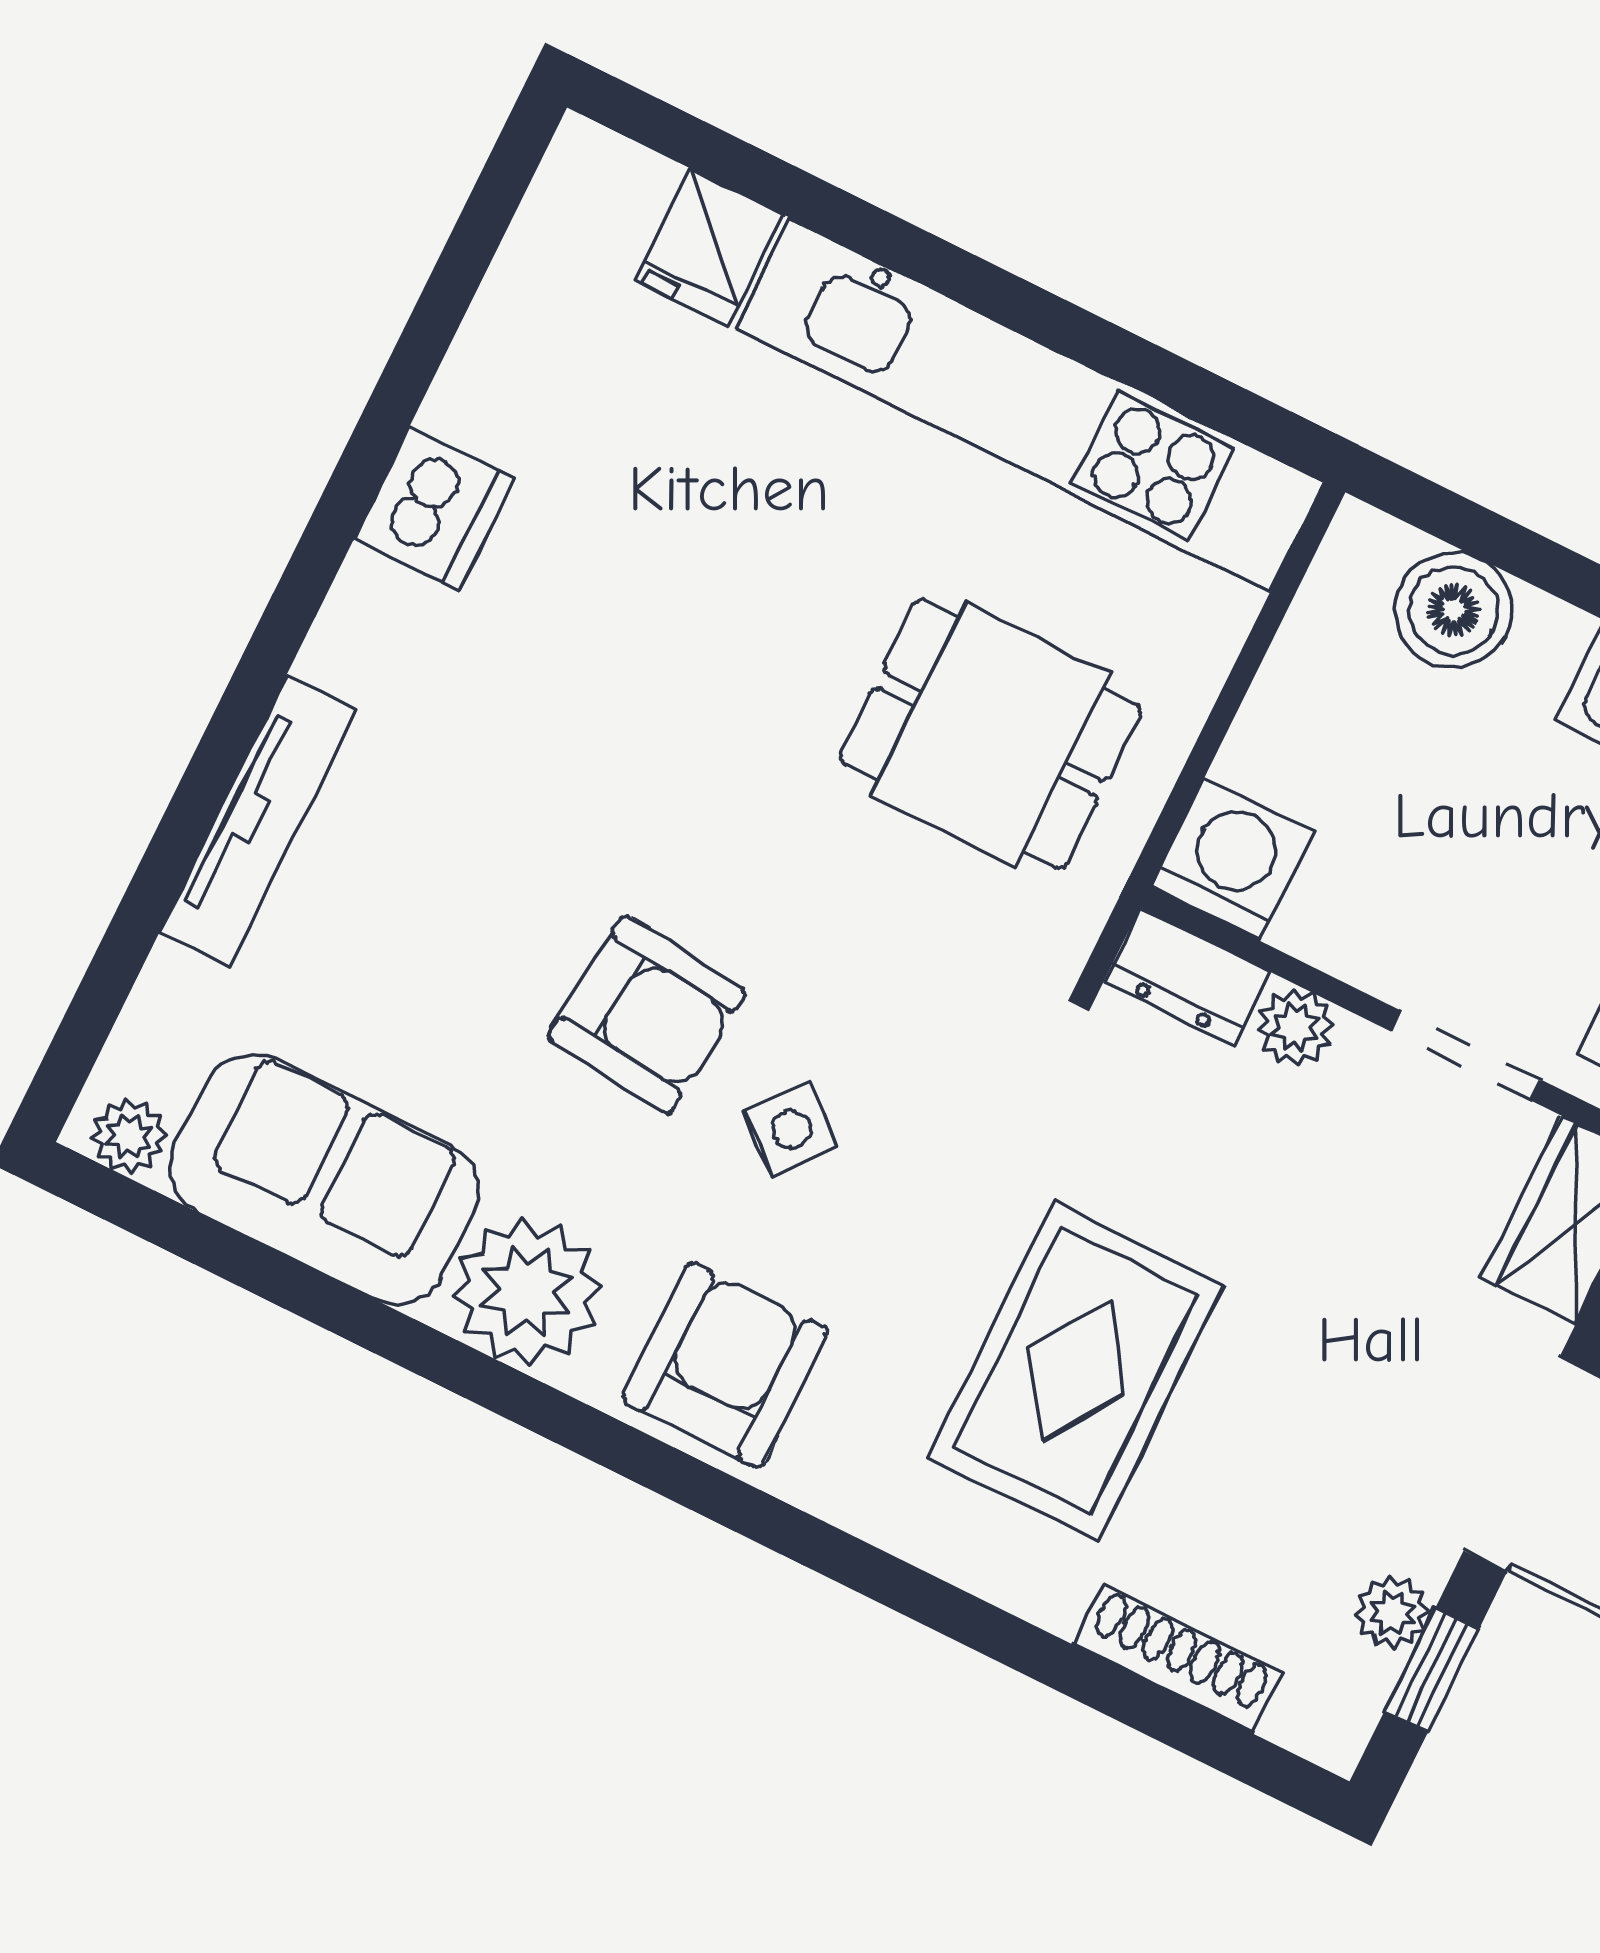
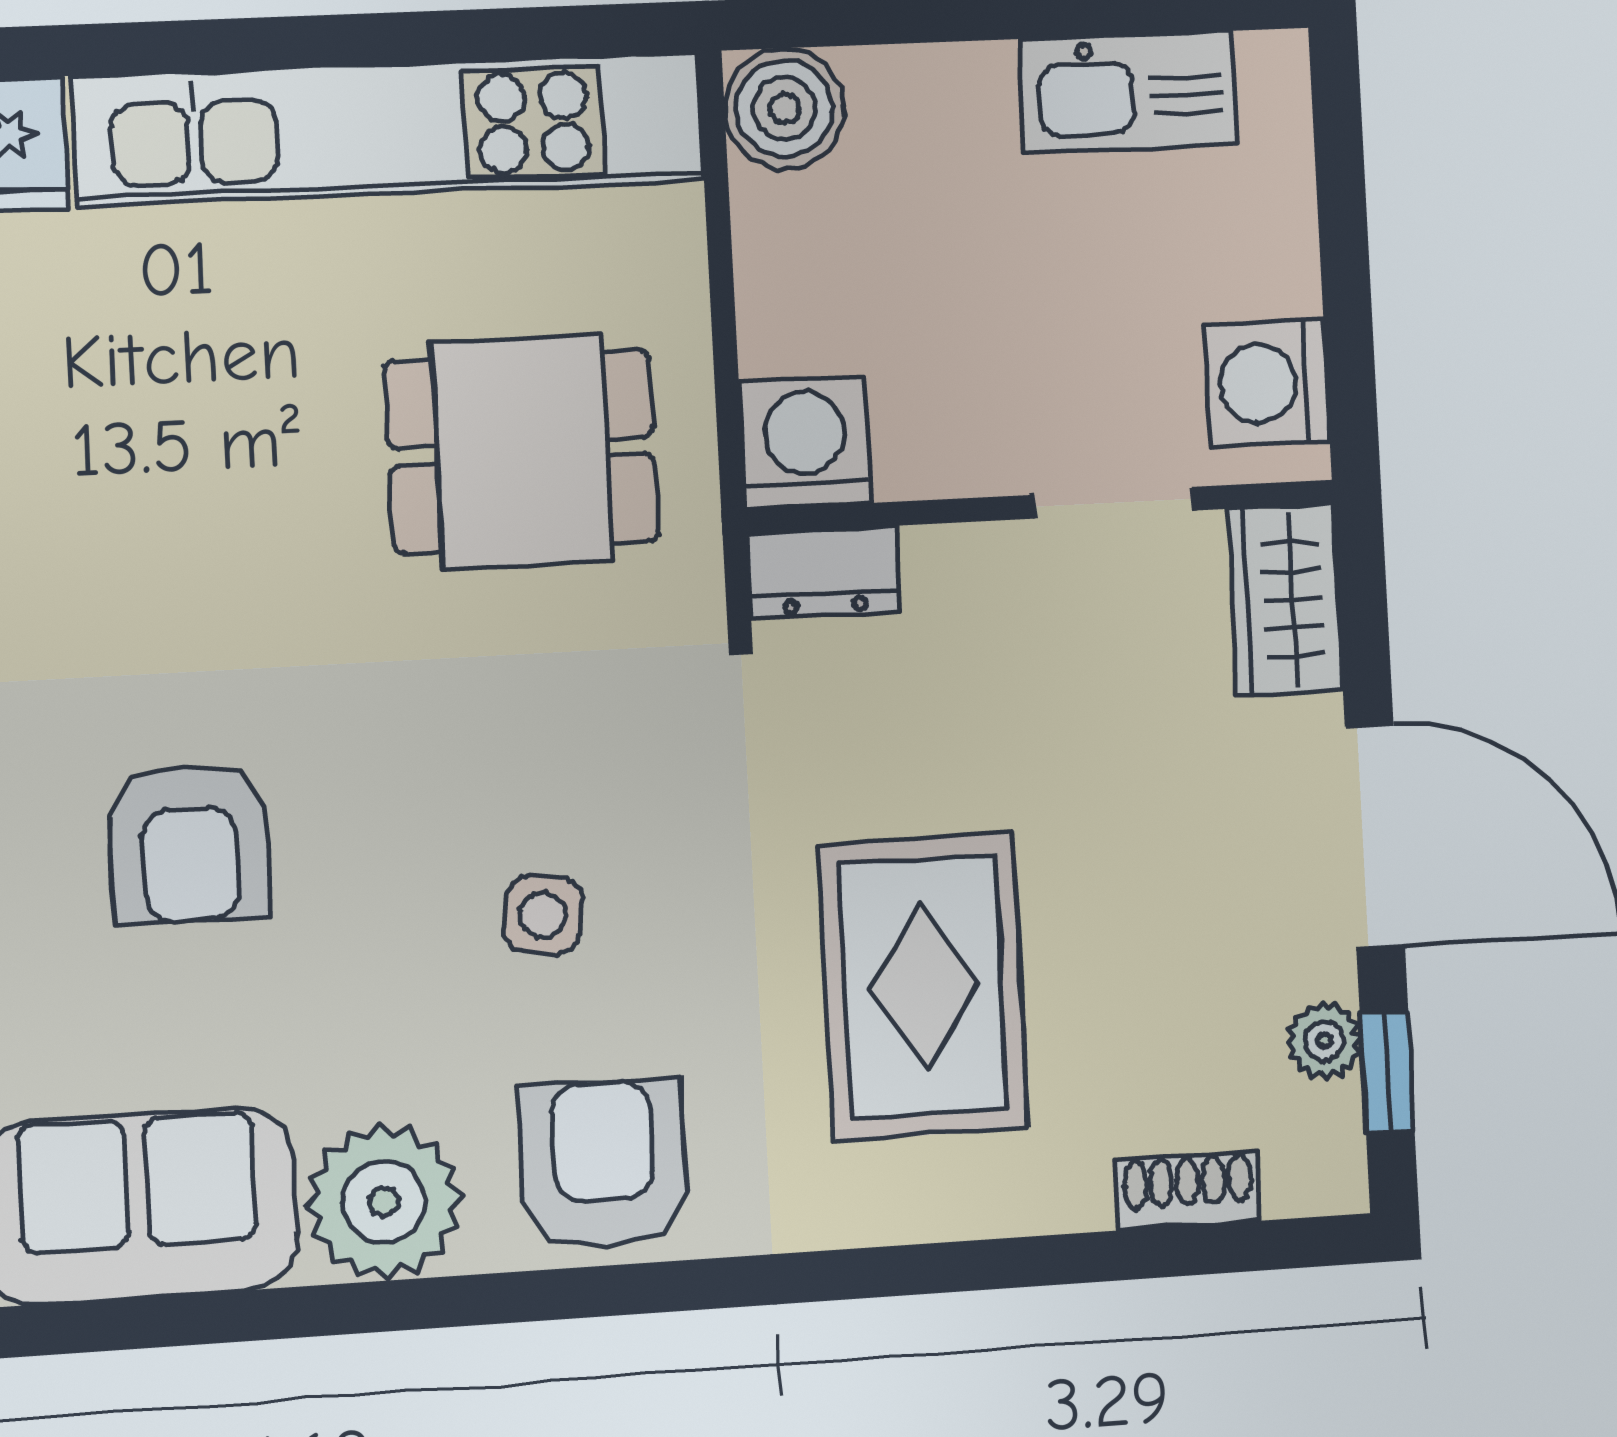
boiler: (1453, 610) -> (784, 109), moved
armchair: (647, 1014) -> (189, 843), moved, turned 84
plant: (1295, 1027) -> (946, 563), removed
side table: (791, 1129) -> (543, 915), turned -31
shoe rack: (1177, 1659) -> (1188, 1191), width x0.70

